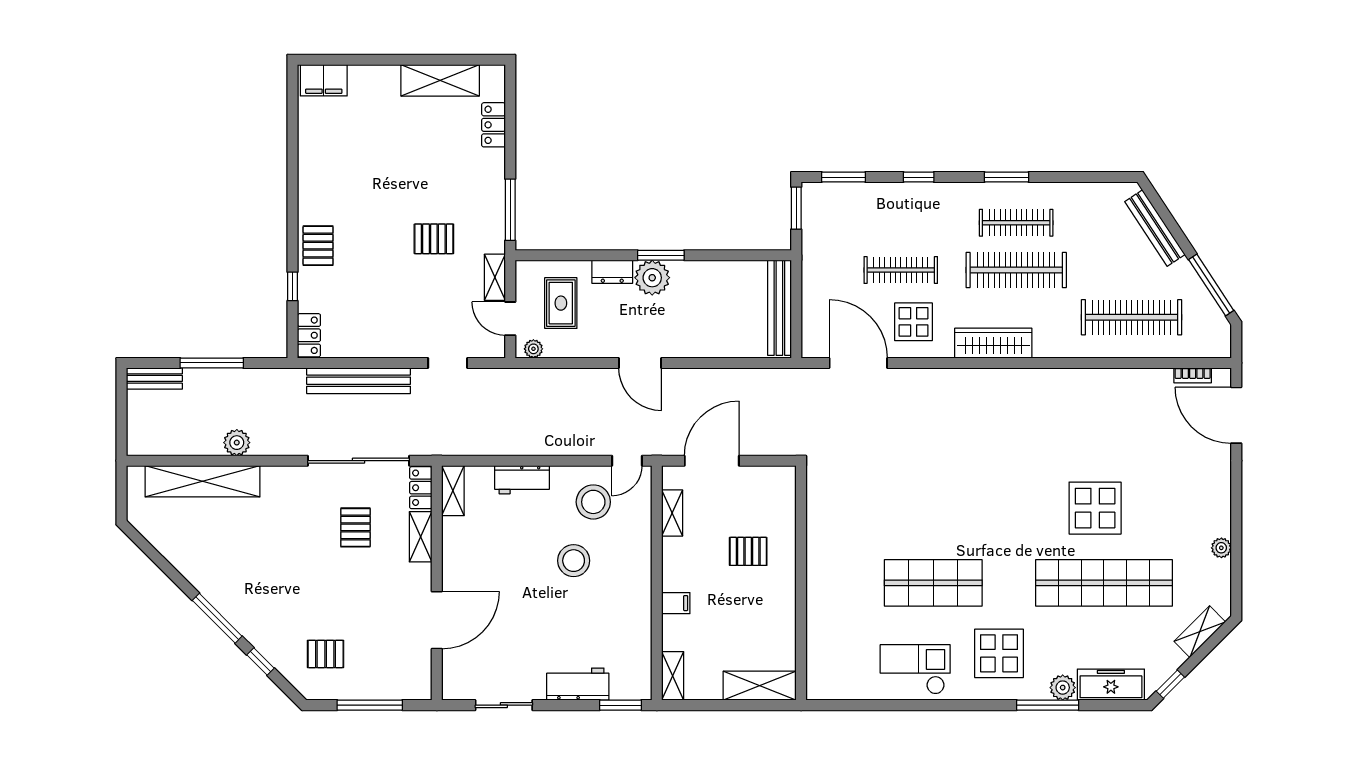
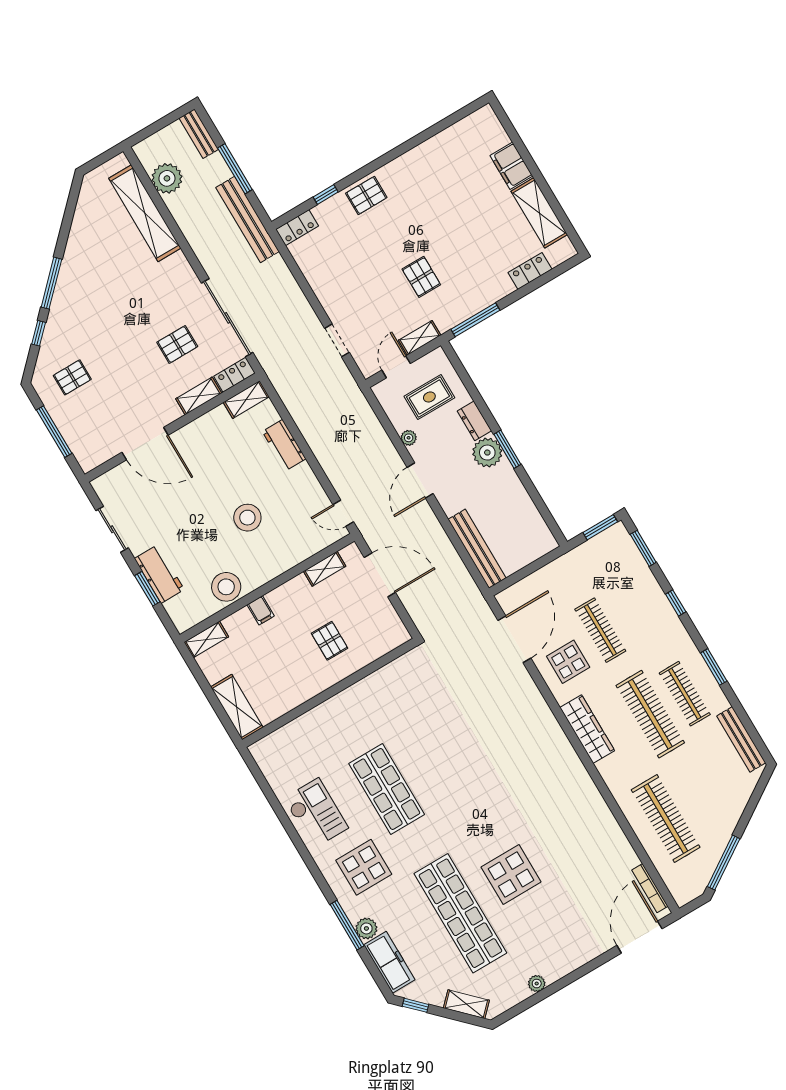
filing cabinet: (324, 80) -> (511, 166), moved
bench: (1155, 228) -> (741, 739), moved, turned -57
bench: (779, 308) -> (477, 549), moved, turned 90
plant: (533, 349) -> (409, 438), moved
bookcase: (1193, 375) -> (650, 888), width x1.56
bench: (359, 381) -> (248, 219), moved
plant: (237, 443) -> (167, 178), moved, width x1.36, depth x1.36
stool: (593, 502) -> (226, 587), moved
pallet: (326, 654) -> (72, 377), turned 90
window: (621, 705) -> (147, 589), moved

